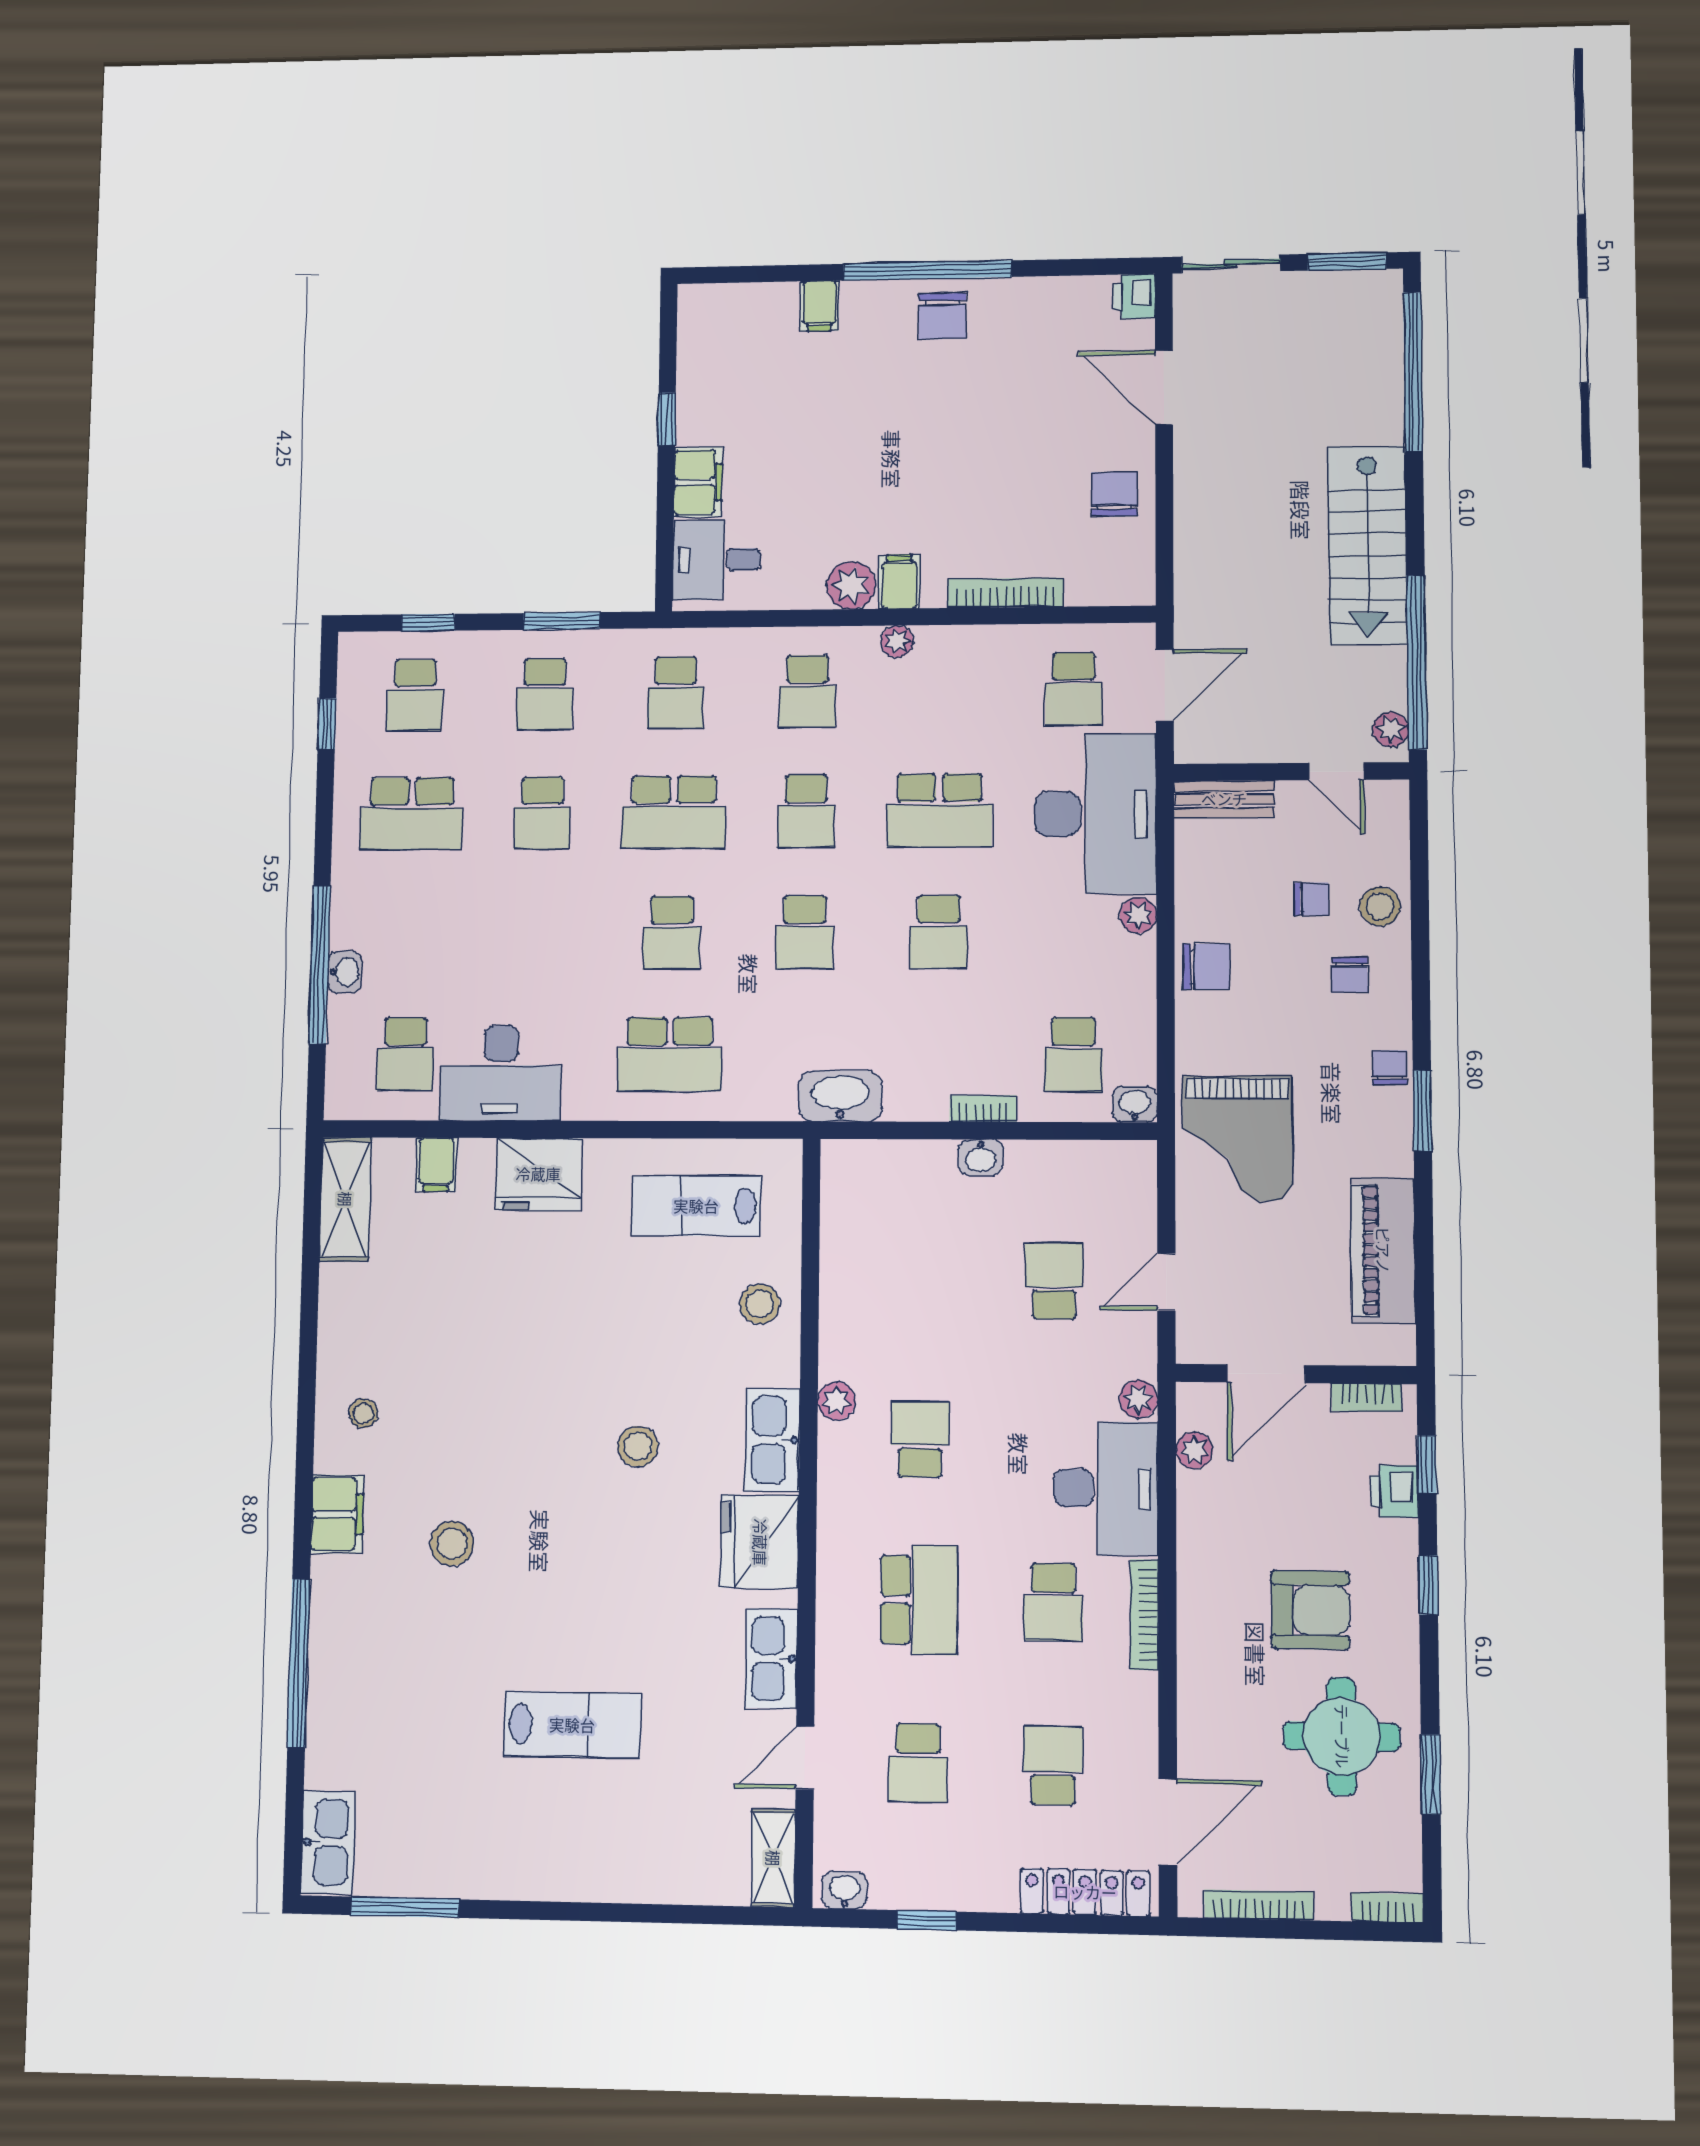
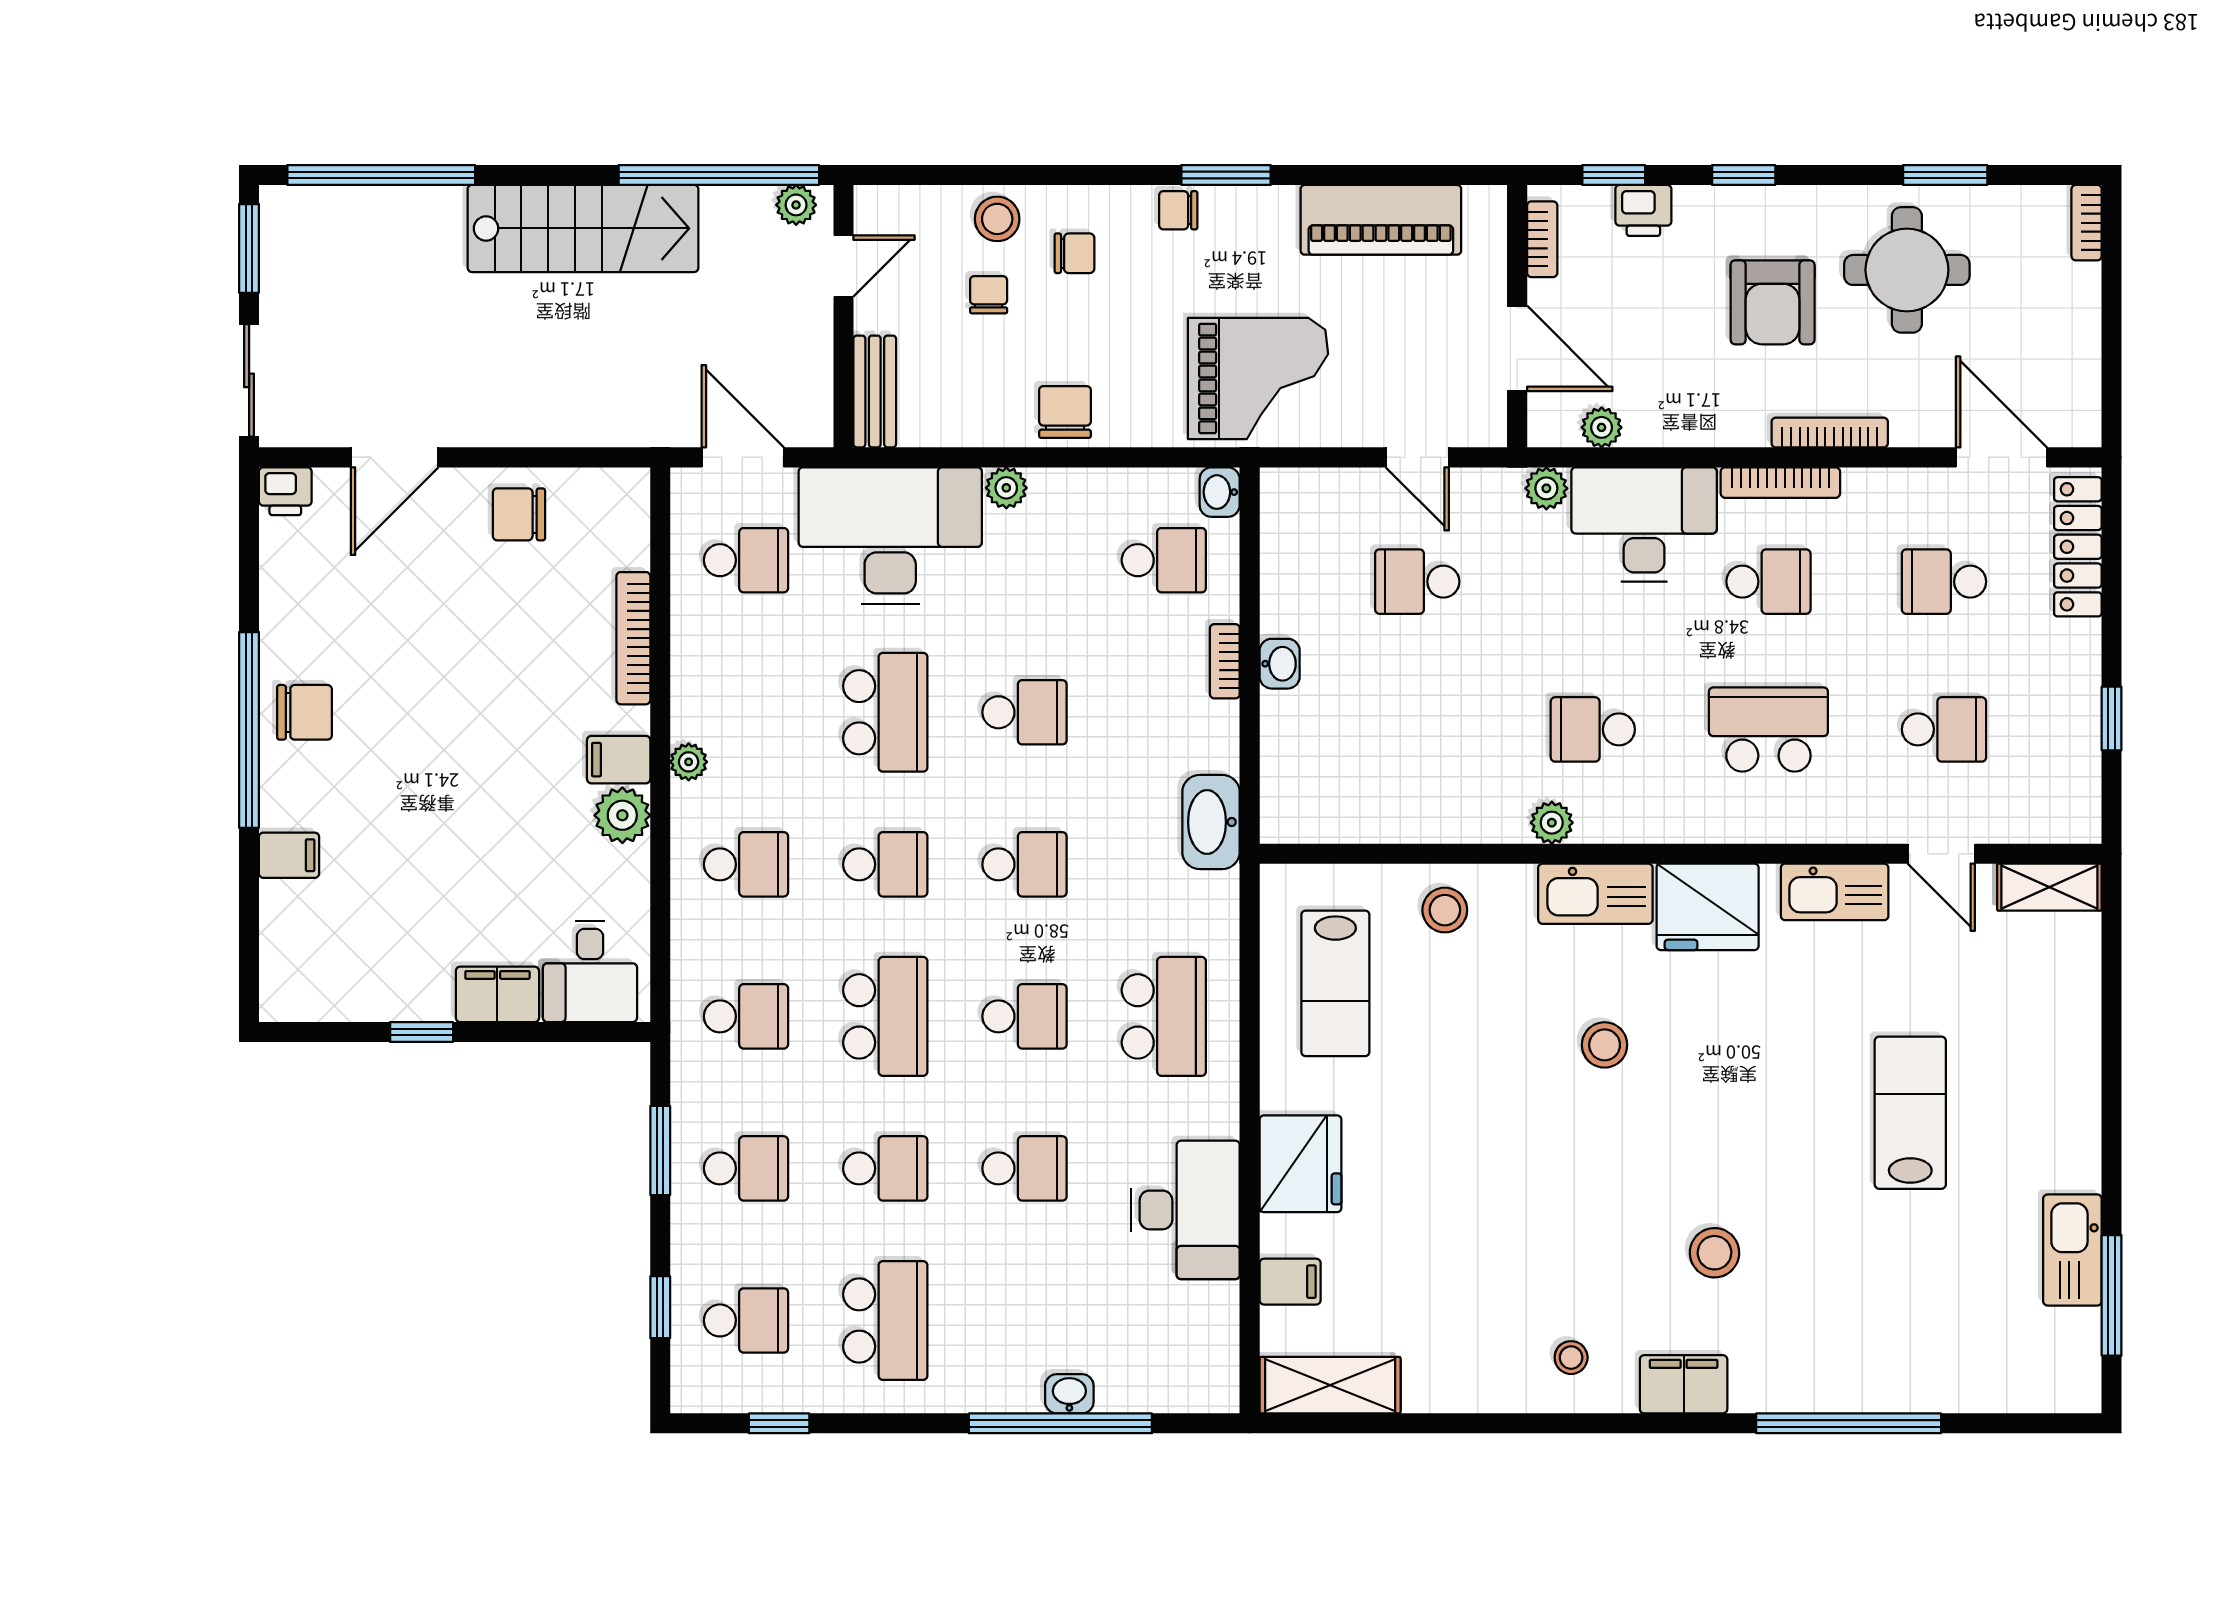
school desk: (405, 1054) -> (1025, 1168), moved
armchair: (1310, 1610) -> (1773, 302), turned 180
kitchen sink: (328, 1842) -> (2072, 1250), moved, turned -90
washbasin: (845, 1890) -> (2082, 809), removed
bookcase: (1259, 1905) -> (1830, 433), moved, turned 90

